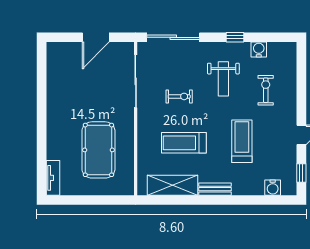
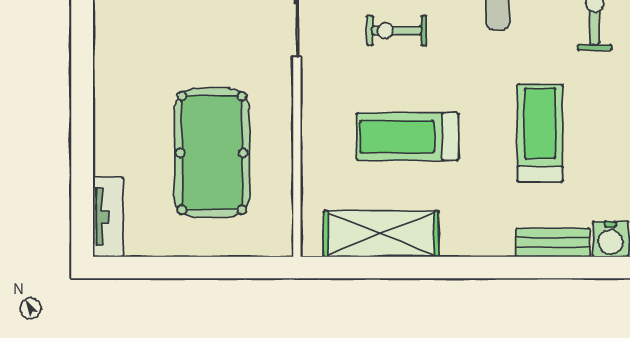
exercise bike: (179, 96) -> (397, 31), turned 180
bench: (215, 189) -> (553, 243), moved

